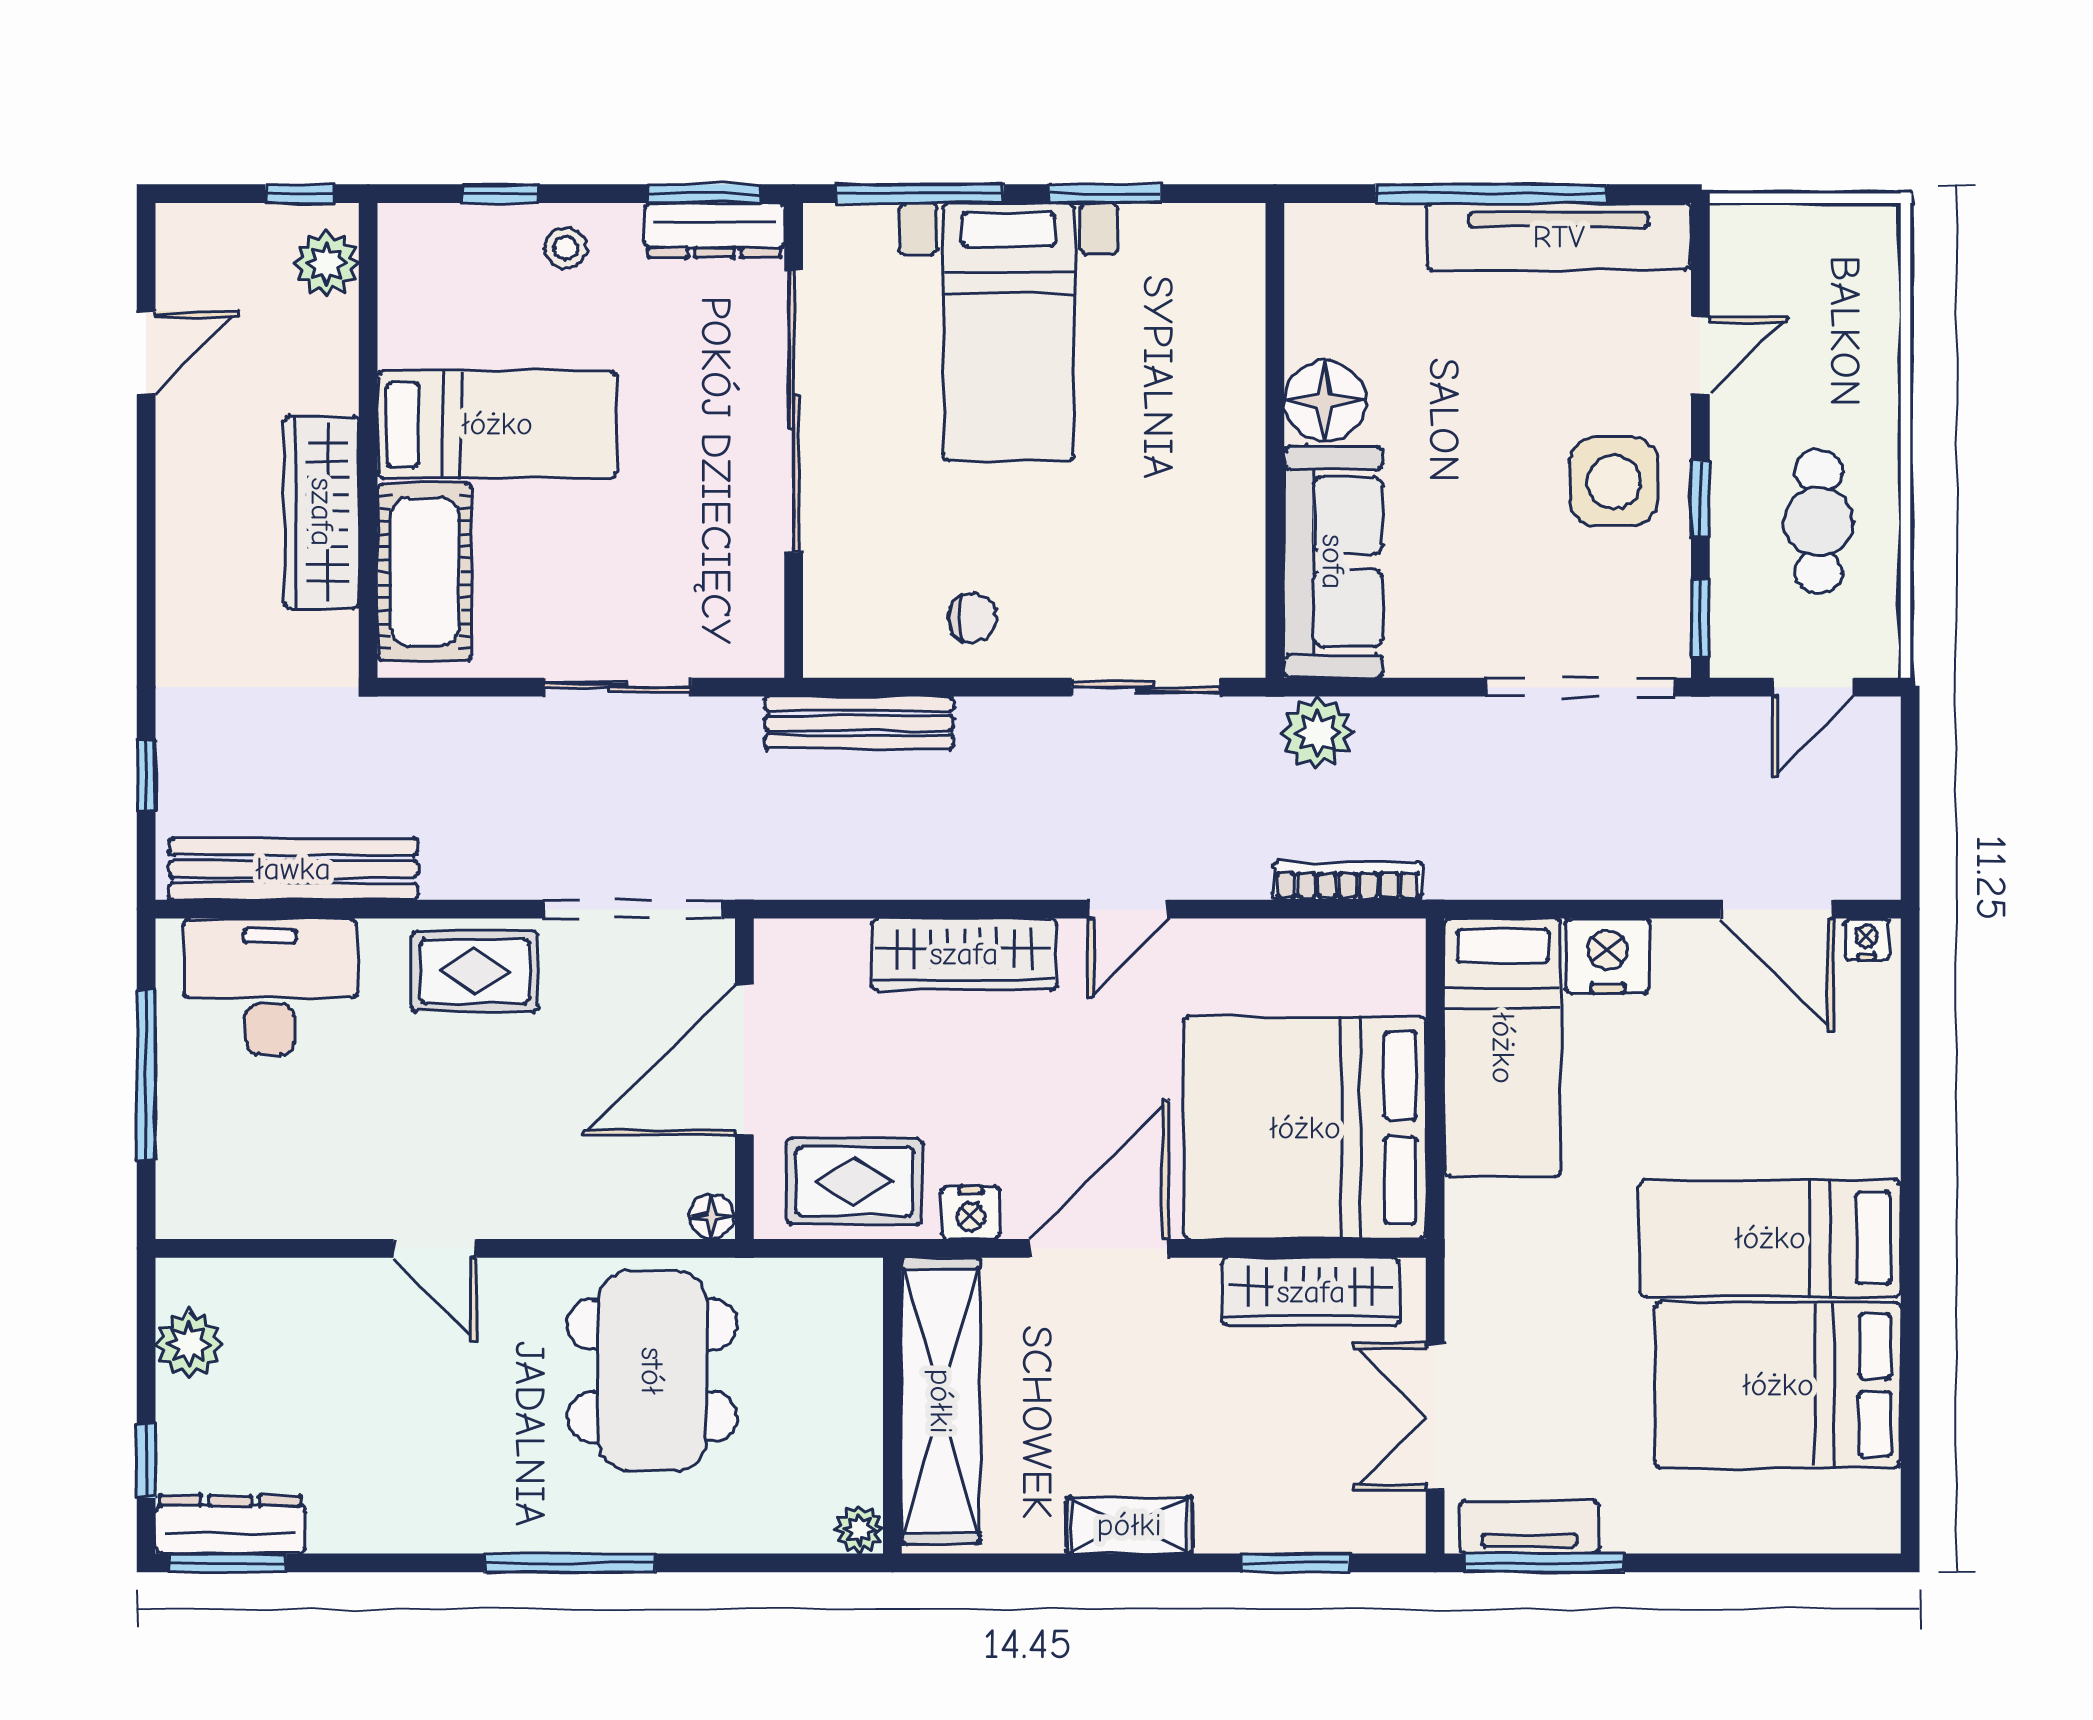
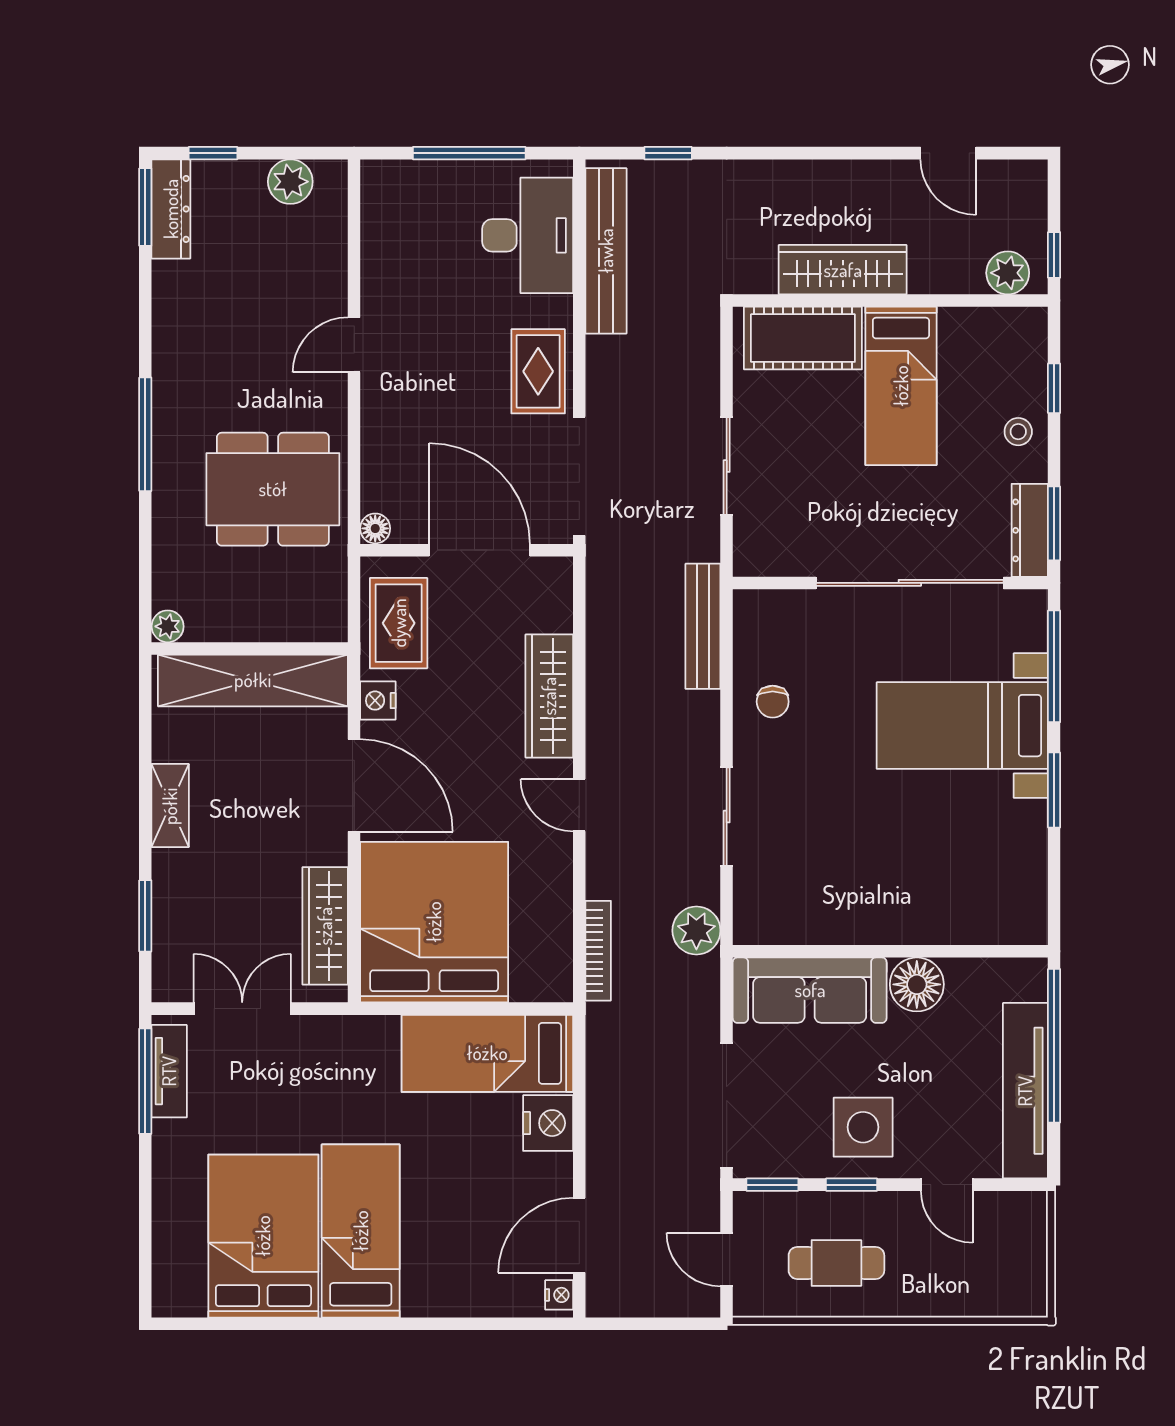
floor lamp: (1325, 401) -> (917, 984), moved
wall: (1275, 440) -> (890, 951), moved
sofa: (1333, 562) -> (810, 990), moved

